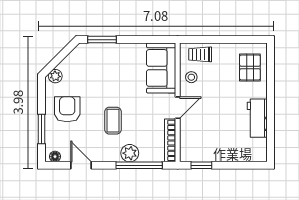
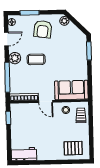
armchair: (67, 109) -> (43, 29), turned 98
workbench: (257, 118) -> (24, 154), moved
plant: (130, 153) -> (15, 58), moved

